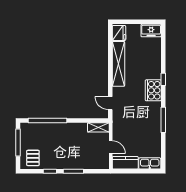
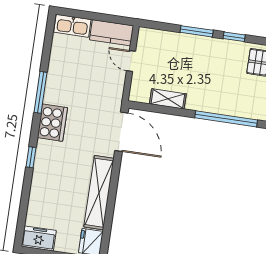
cooker: (153, 90) -> (52, 123), moved
door: (110, 103) -> (121, 132), width x1.87
shelving: (98, 127) -> (168, 99), moved

